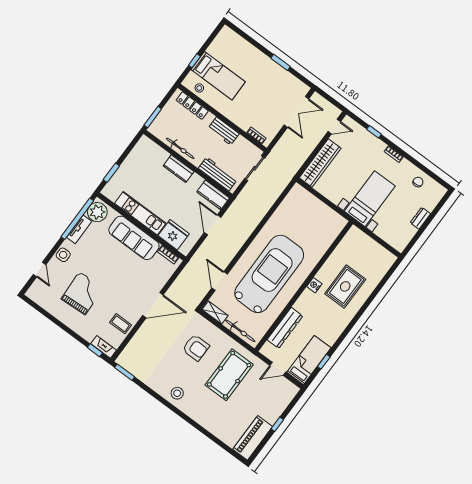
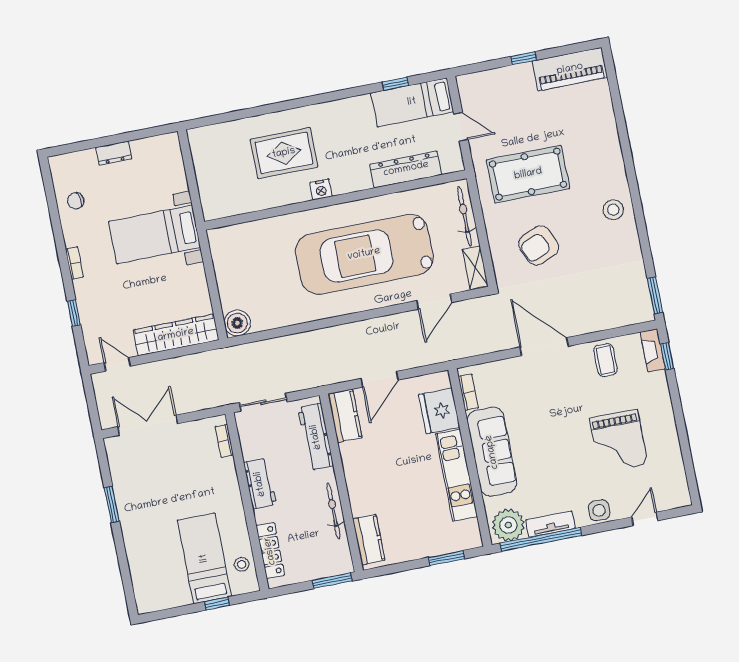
kitchen counter: (179, 169) -> (369, 540), moved
boiler: (298, 193) -> (237, 323), added
grand piano: (82, 293) -> (619, 441), turned -87
armchair: (196, 348) -> (539, 245), turned -113

